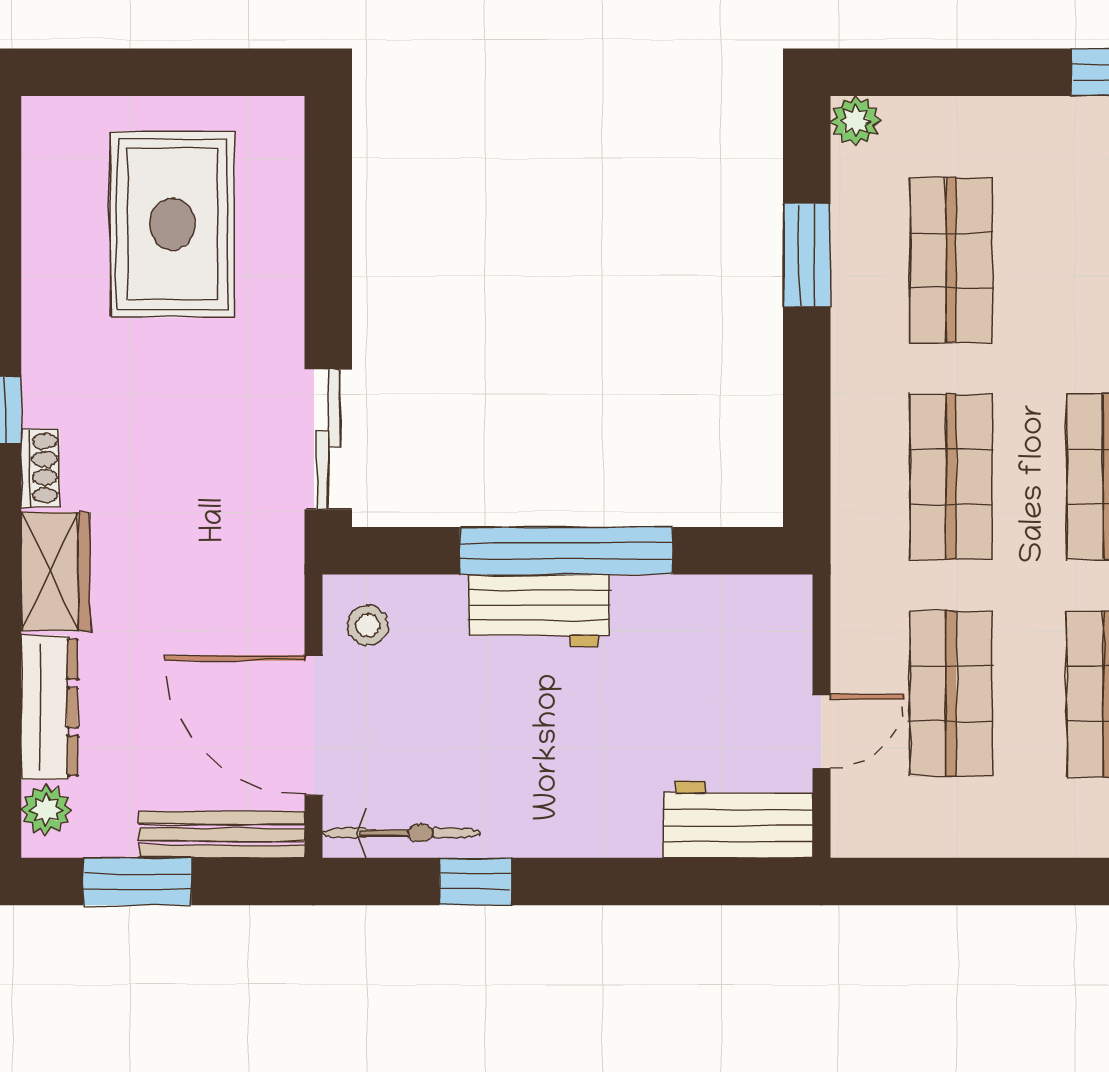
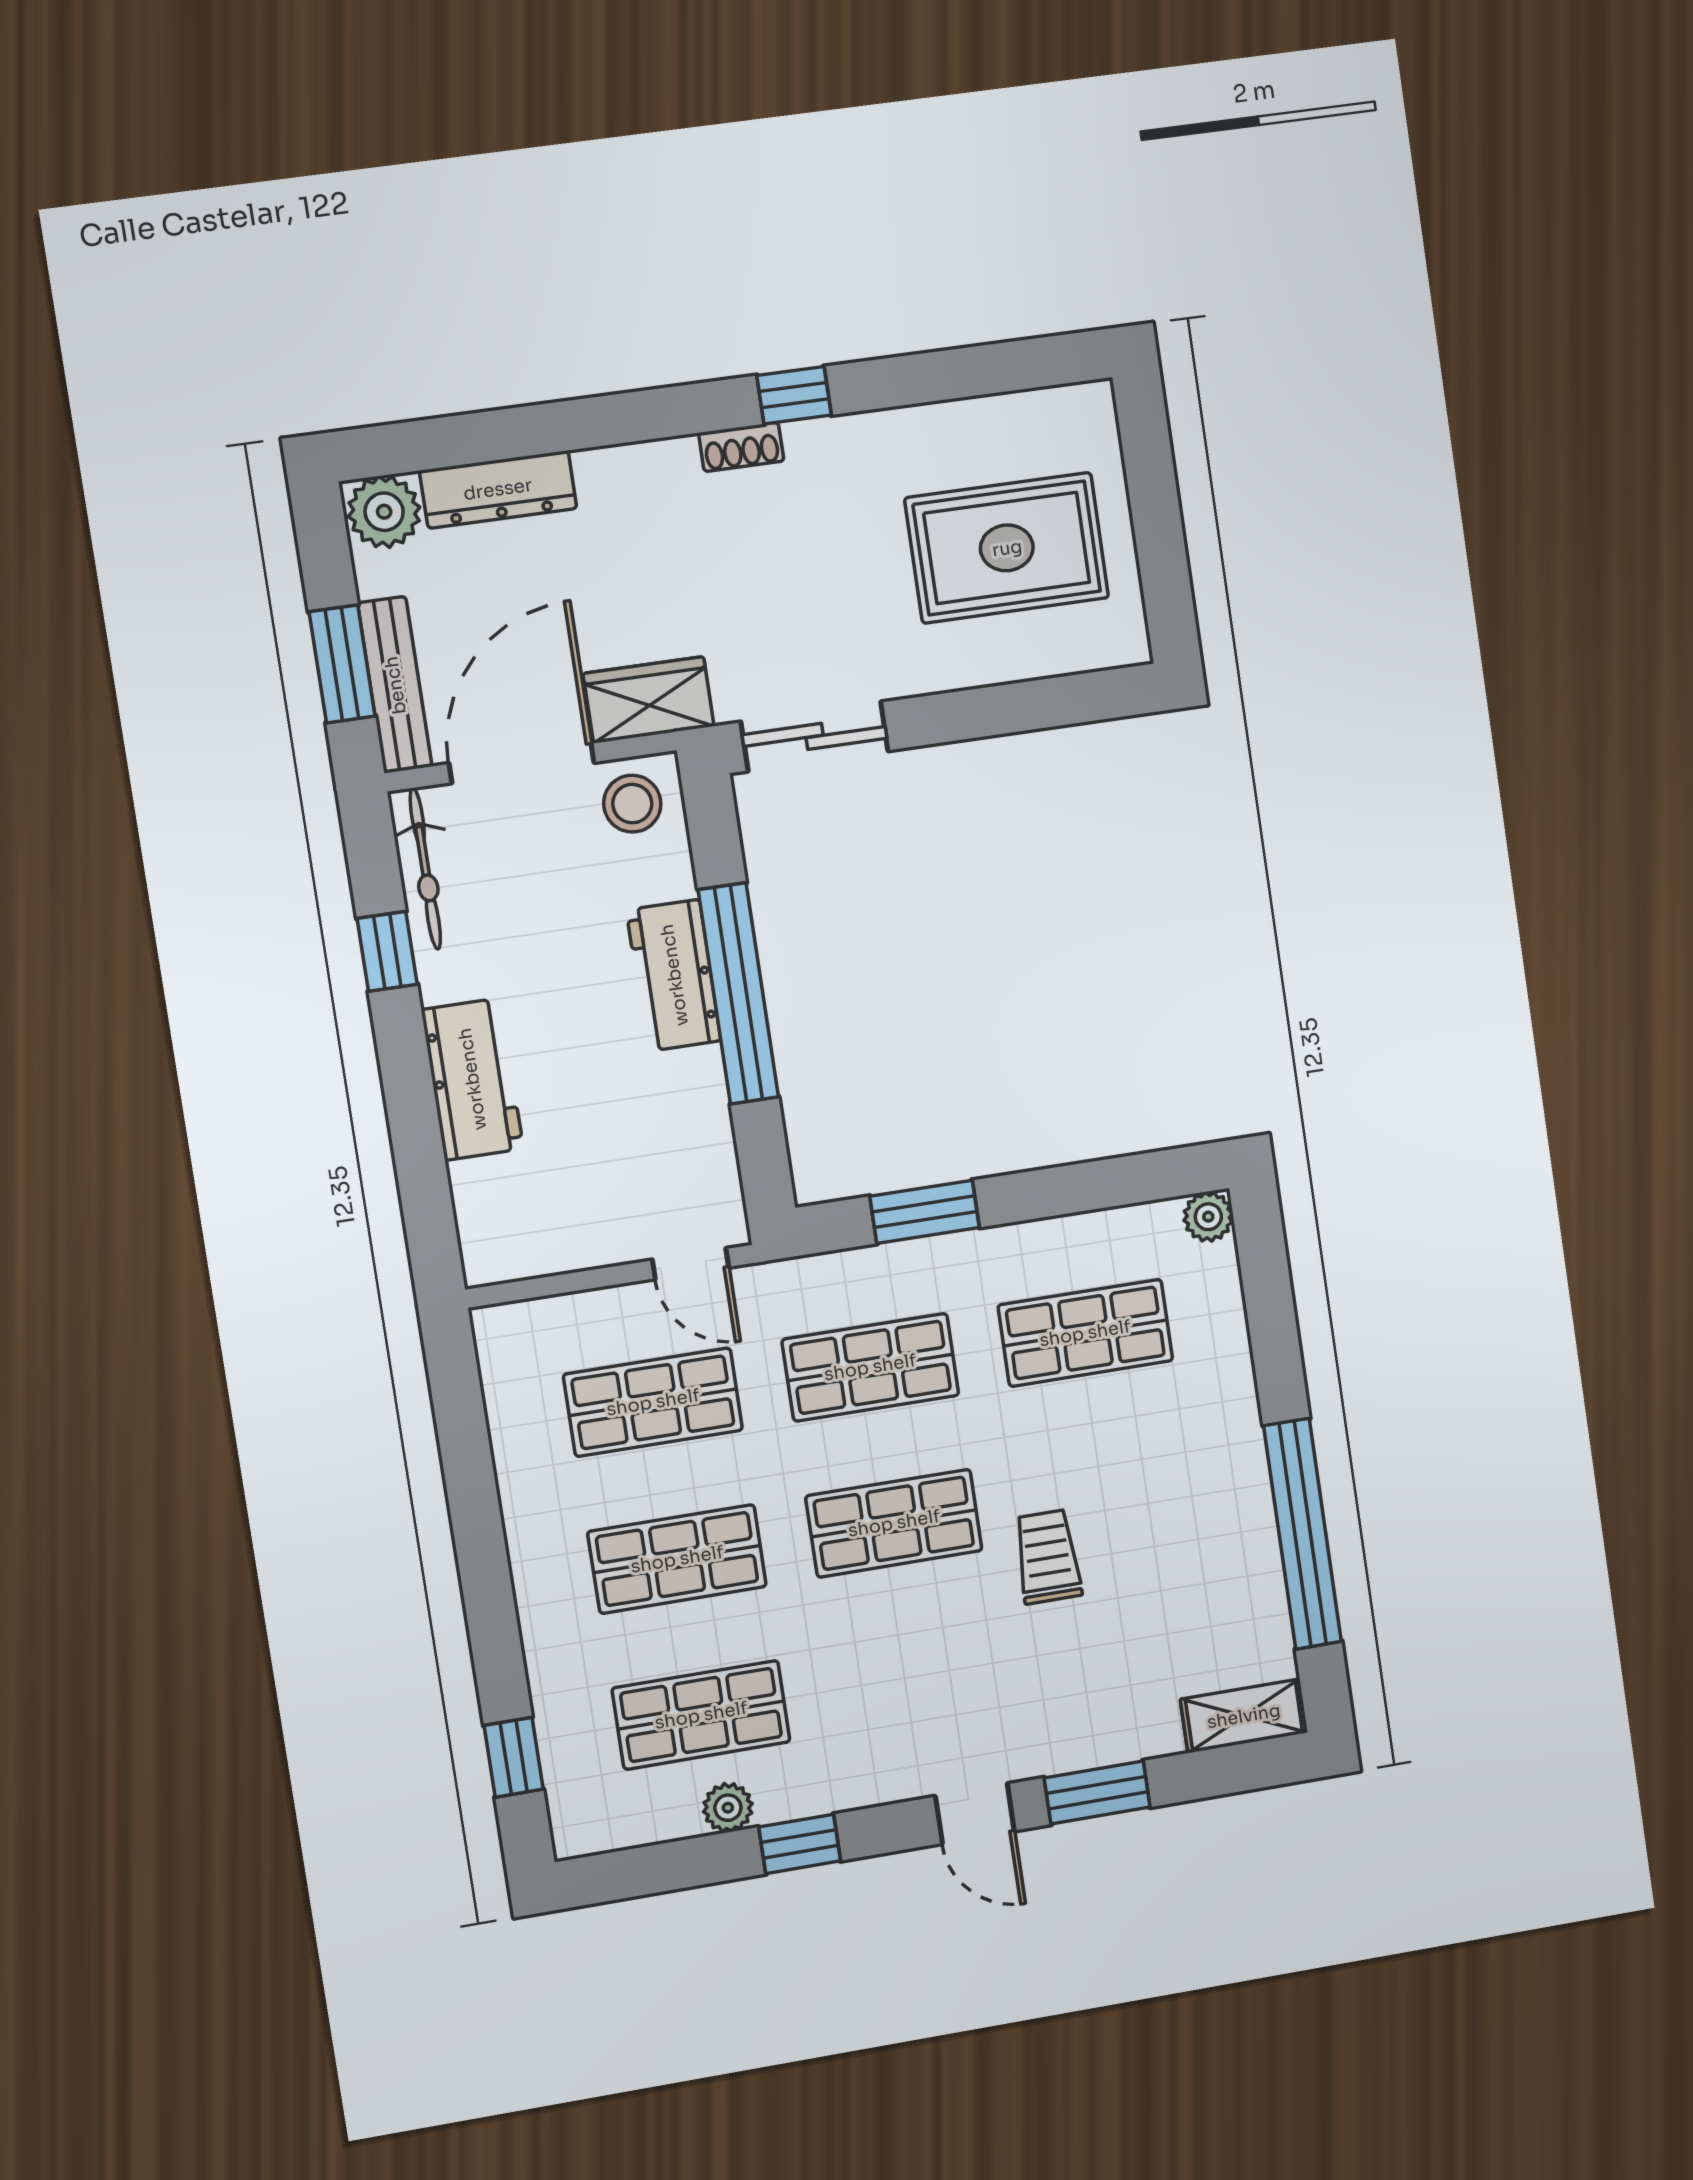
window: (807, 255) -> (925, 1212), moved
wardrobe: (55, 571) -> (649, 700), moved, turned 180
stool: (368, 625) -> (632, 804), width x1.37, depth x1.37
door: (822, 731) -> (691, 1264), moved
plant: (46, 810) -> (384, 512), width x1.38, depth x1.38
workbench: (738, 819) -> (472, 1079), moved
window: (137, 882) -> (342, 664), moved

